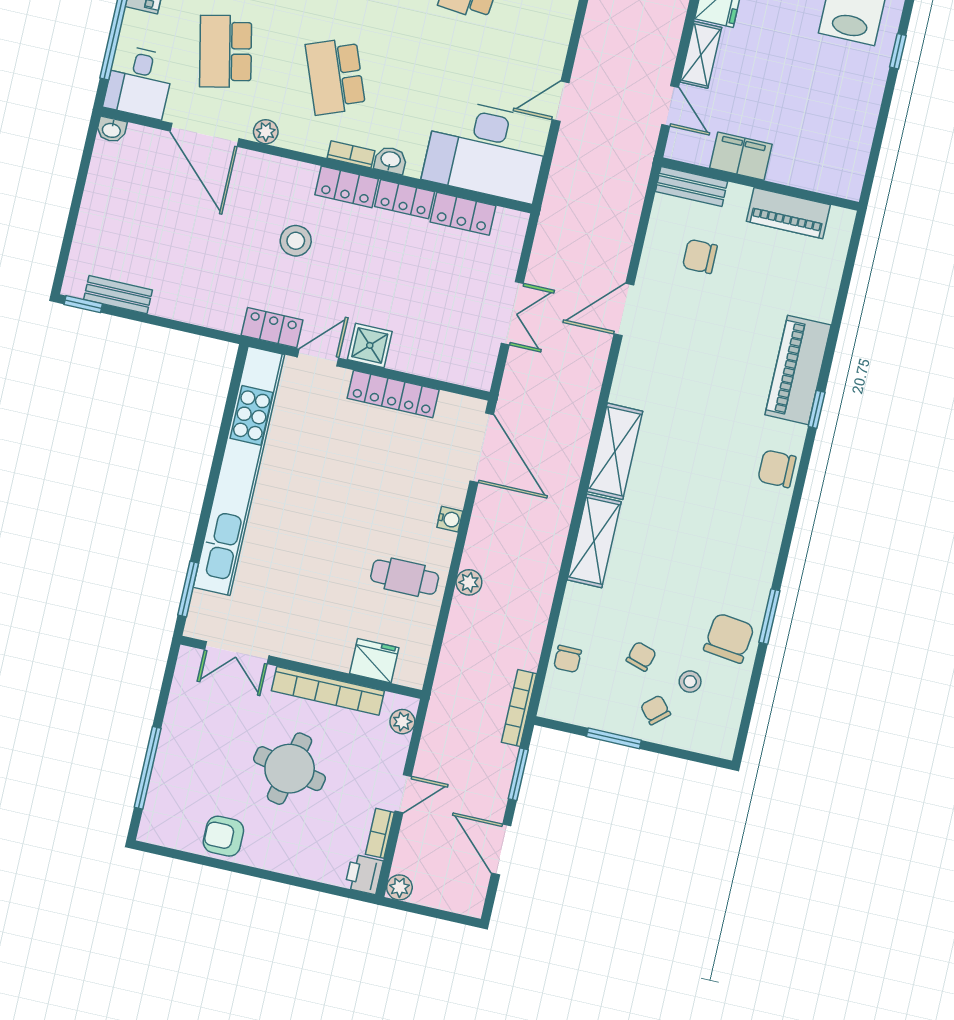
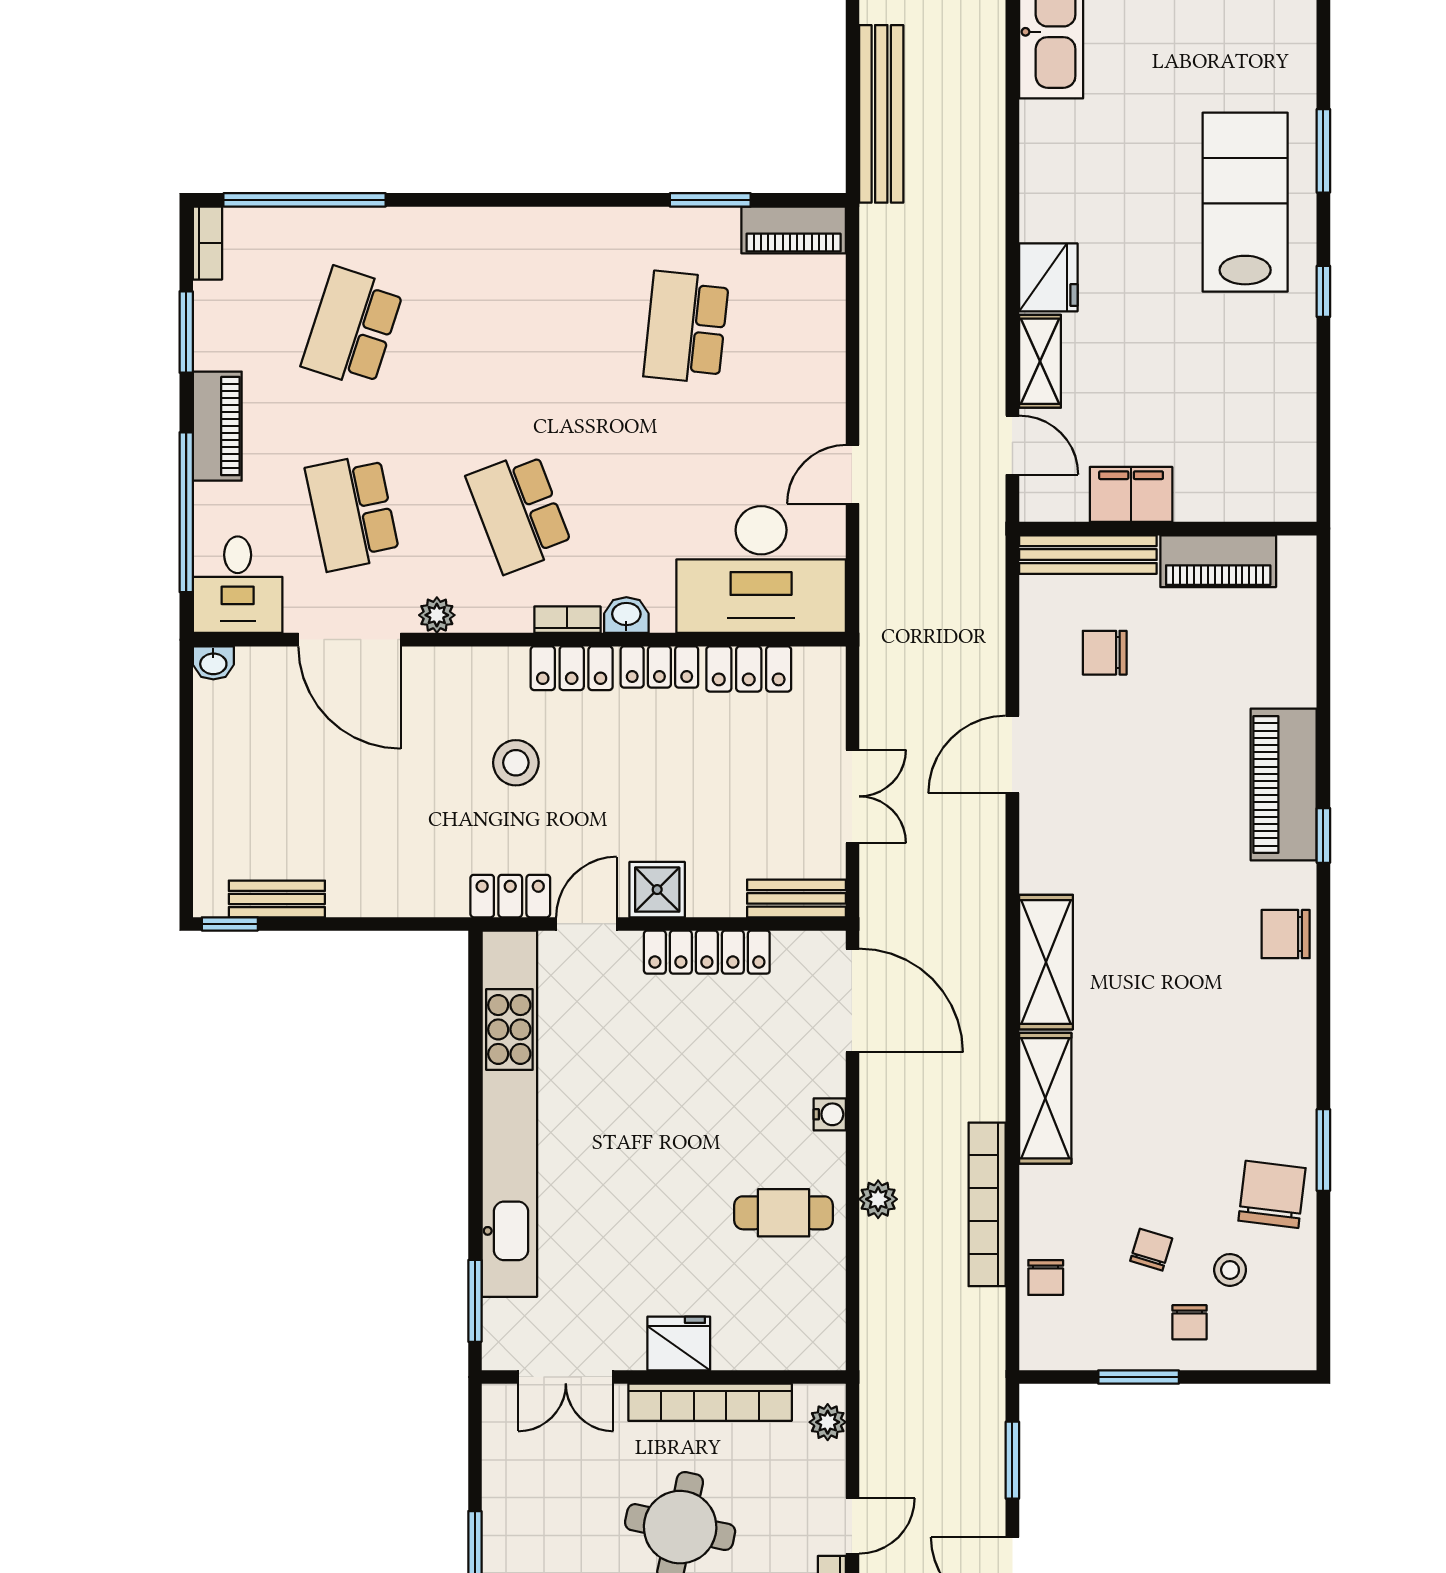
bench: (691, 186) -> (1088, 555), width x1.36
bench: (460, 372) -> (796, 898), added
fridge: (374, 661) -> (679, 1343), moved
bookcase: (519, 708) -> (987, 1204), moved, width x1.48, depth x1.31
chair: (656, 710) -> (1189, 1322), turned -139

